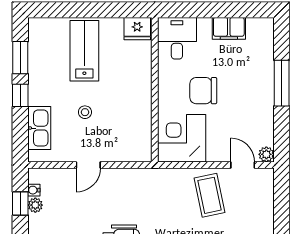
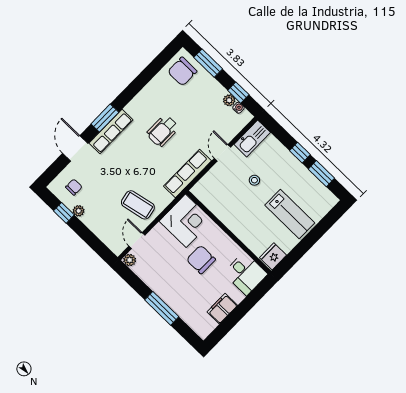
chair: (203, 91) -> (201, 260), turned -90
kitchen sink: (39, 128) -> (252, 138), moved, turned -90
door: (243, 165) -> (137, 241), swing flipped
row of seats: (138, 178) -> (187, 173), added

